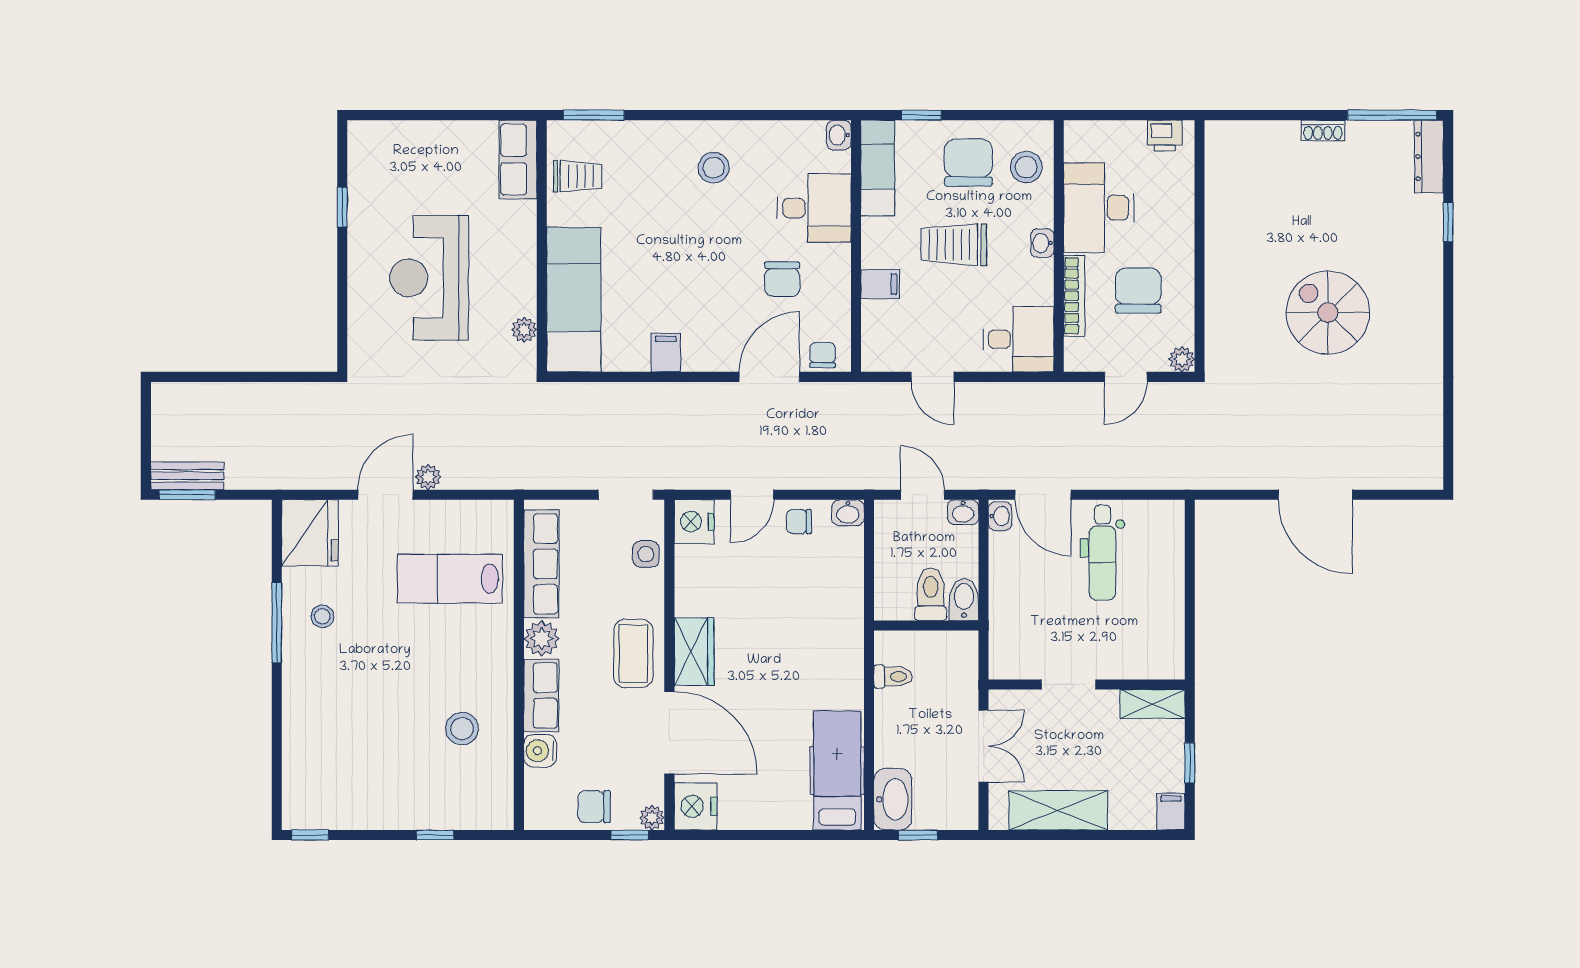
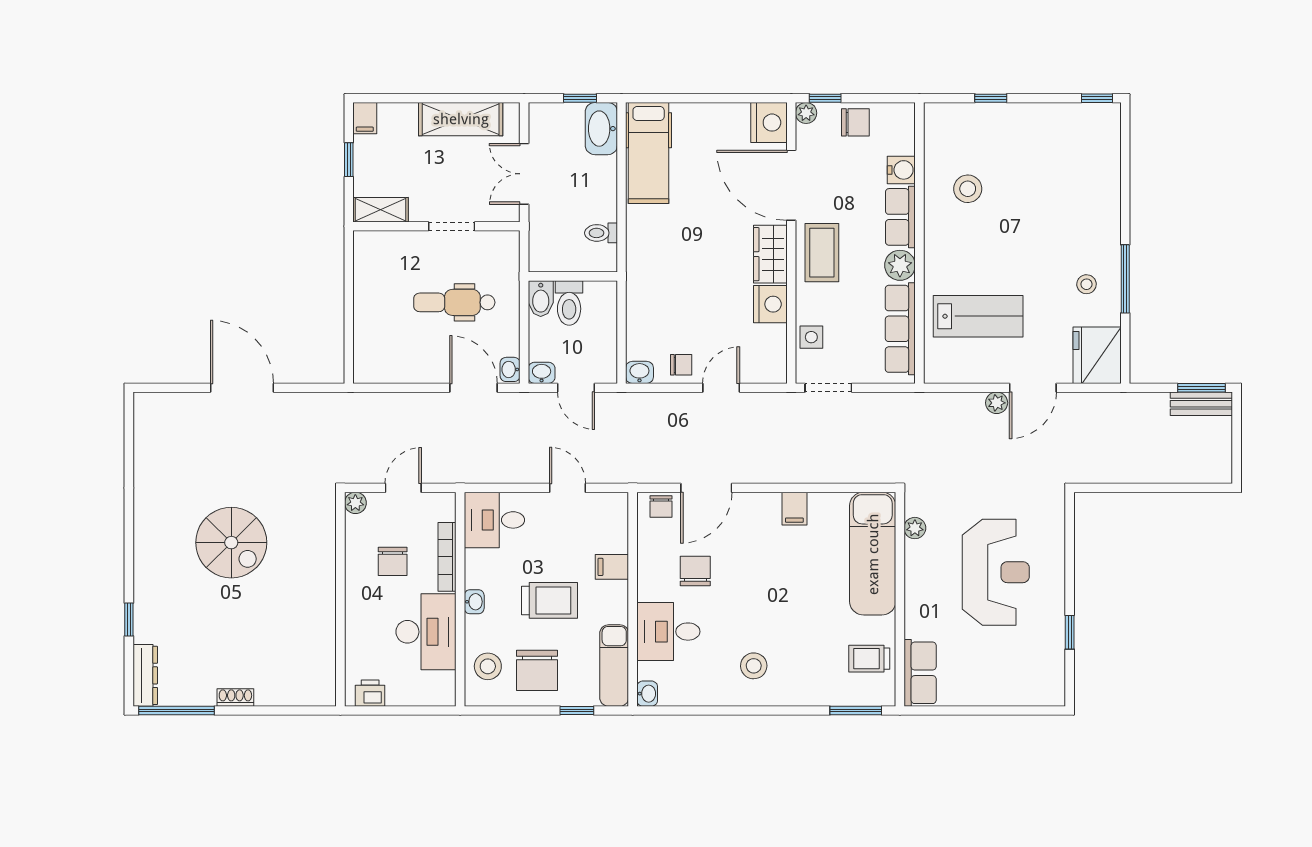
chair: (1138, 290) -> (393, 561), width x0.73, depth x0.73
nightstand: (694, 522) -> (770, 304), moved
dental chair: (1102, 553) -> (454, 302), moved, turned -90

